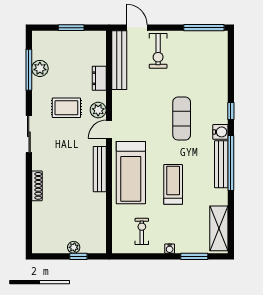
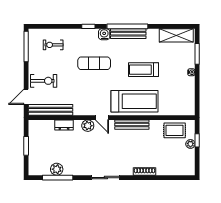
rug: (66, 108) -> (175, 130), moved, turned 90
exercise bike: (142, 231) -> (53, 45), moved

